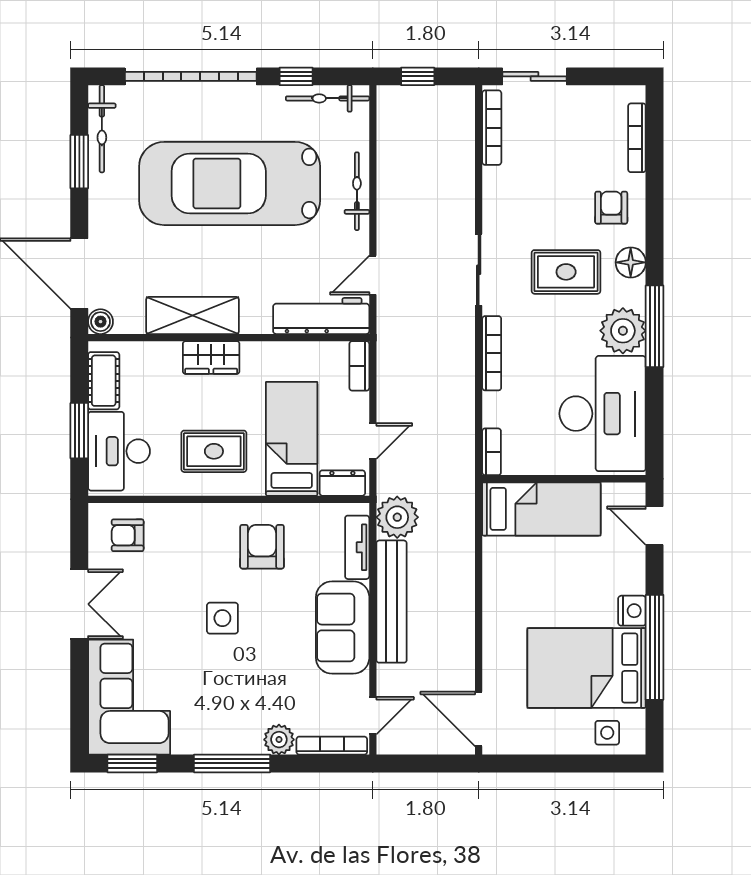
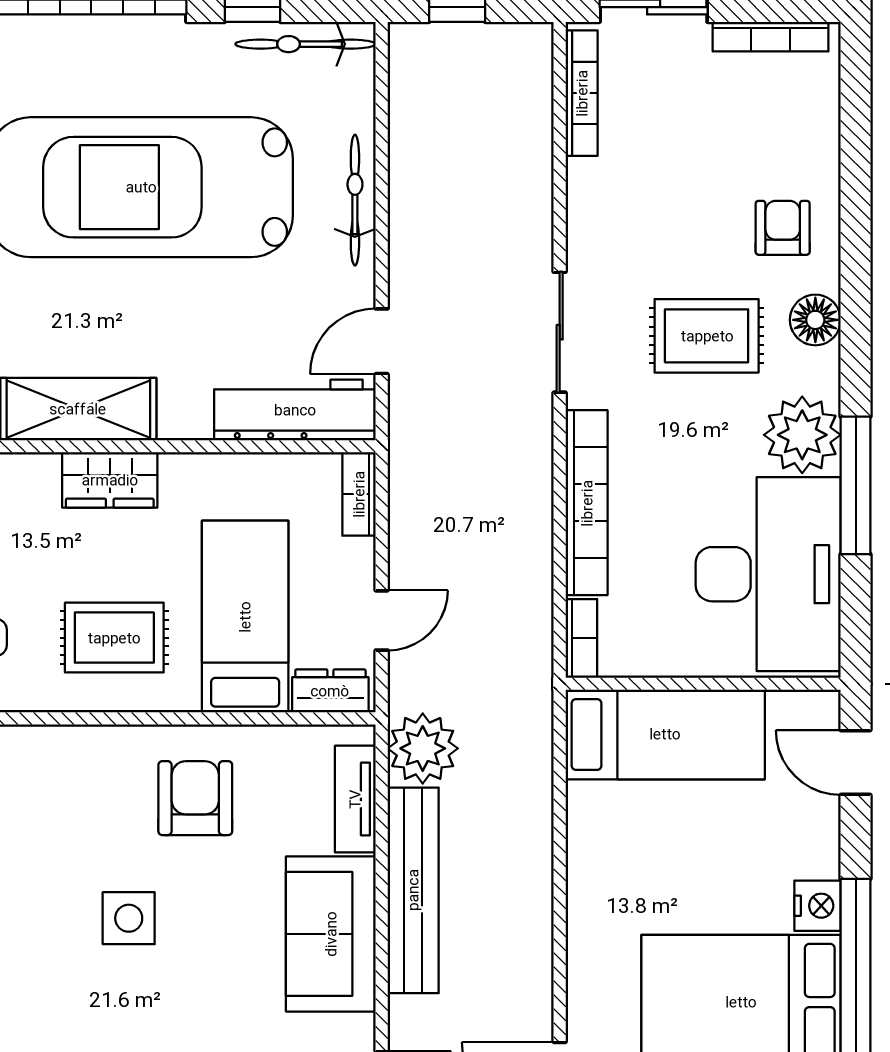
bookcase: (637, 138) -> (771, 37), moved, turned -90
window: (655, 326) -> (856, 485), moved
bookcase: (492, 353) -> (587, 503), width x1.48, depth x1.31

